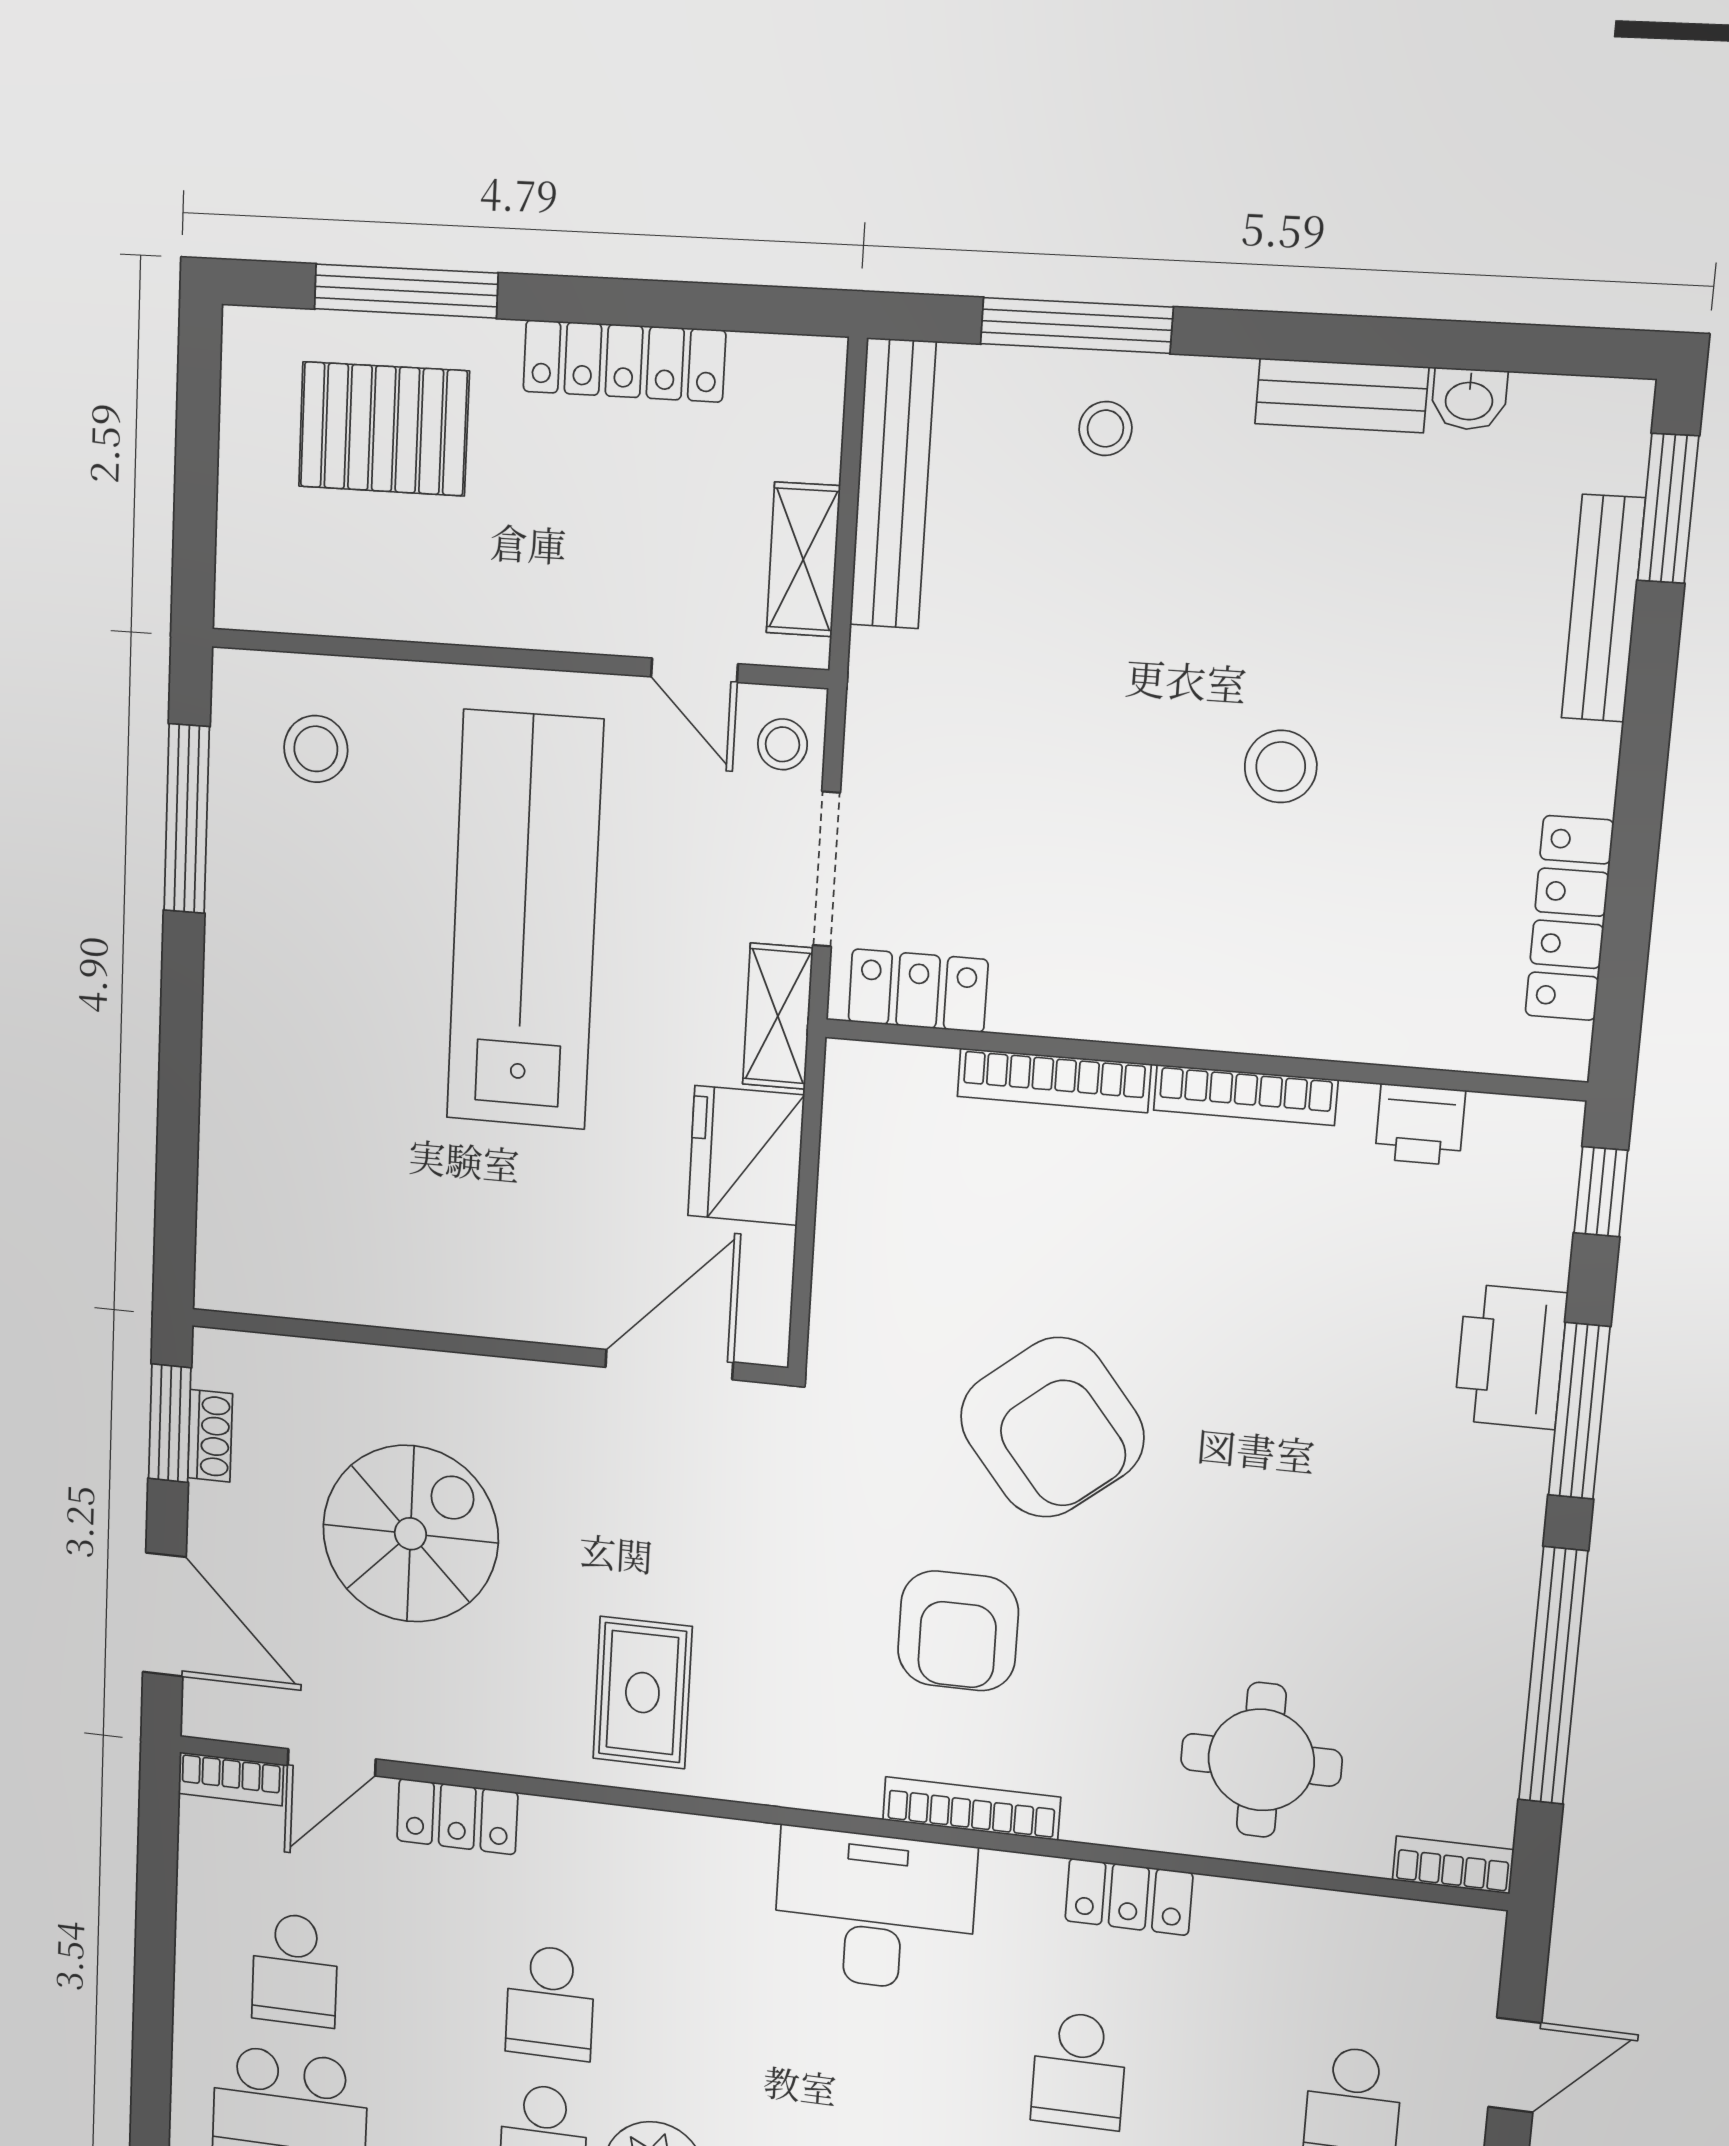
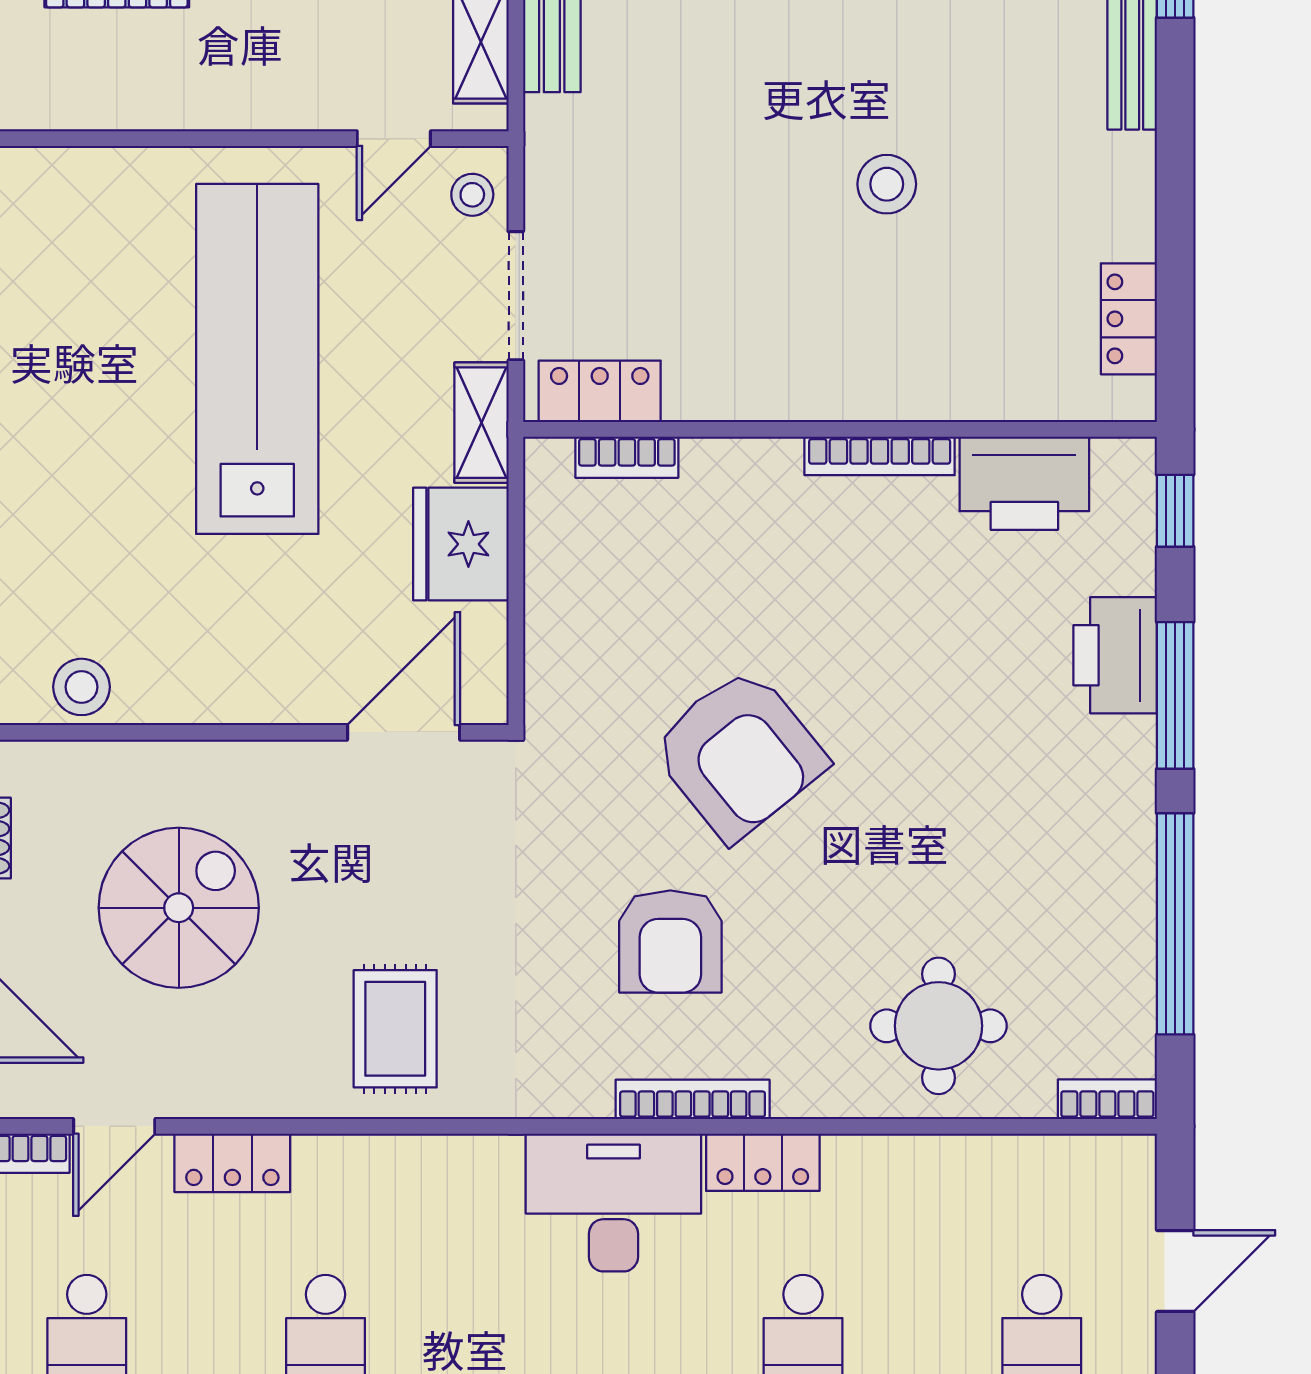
door: (694, 670) -> (394, 139), hinge flipped
stool: (316, 749) -> (81, 687), moved
locker: (1569, 918) -> (1129, 319), width x0.66
bookcase: (1054, 1080) -> (627, 457), moved, width x0.64
printer: (1420, 1125) -> (1024, 483), width x1.87, depth x1.48
locker: (1129, 1897) -> (763, 1162), moved

